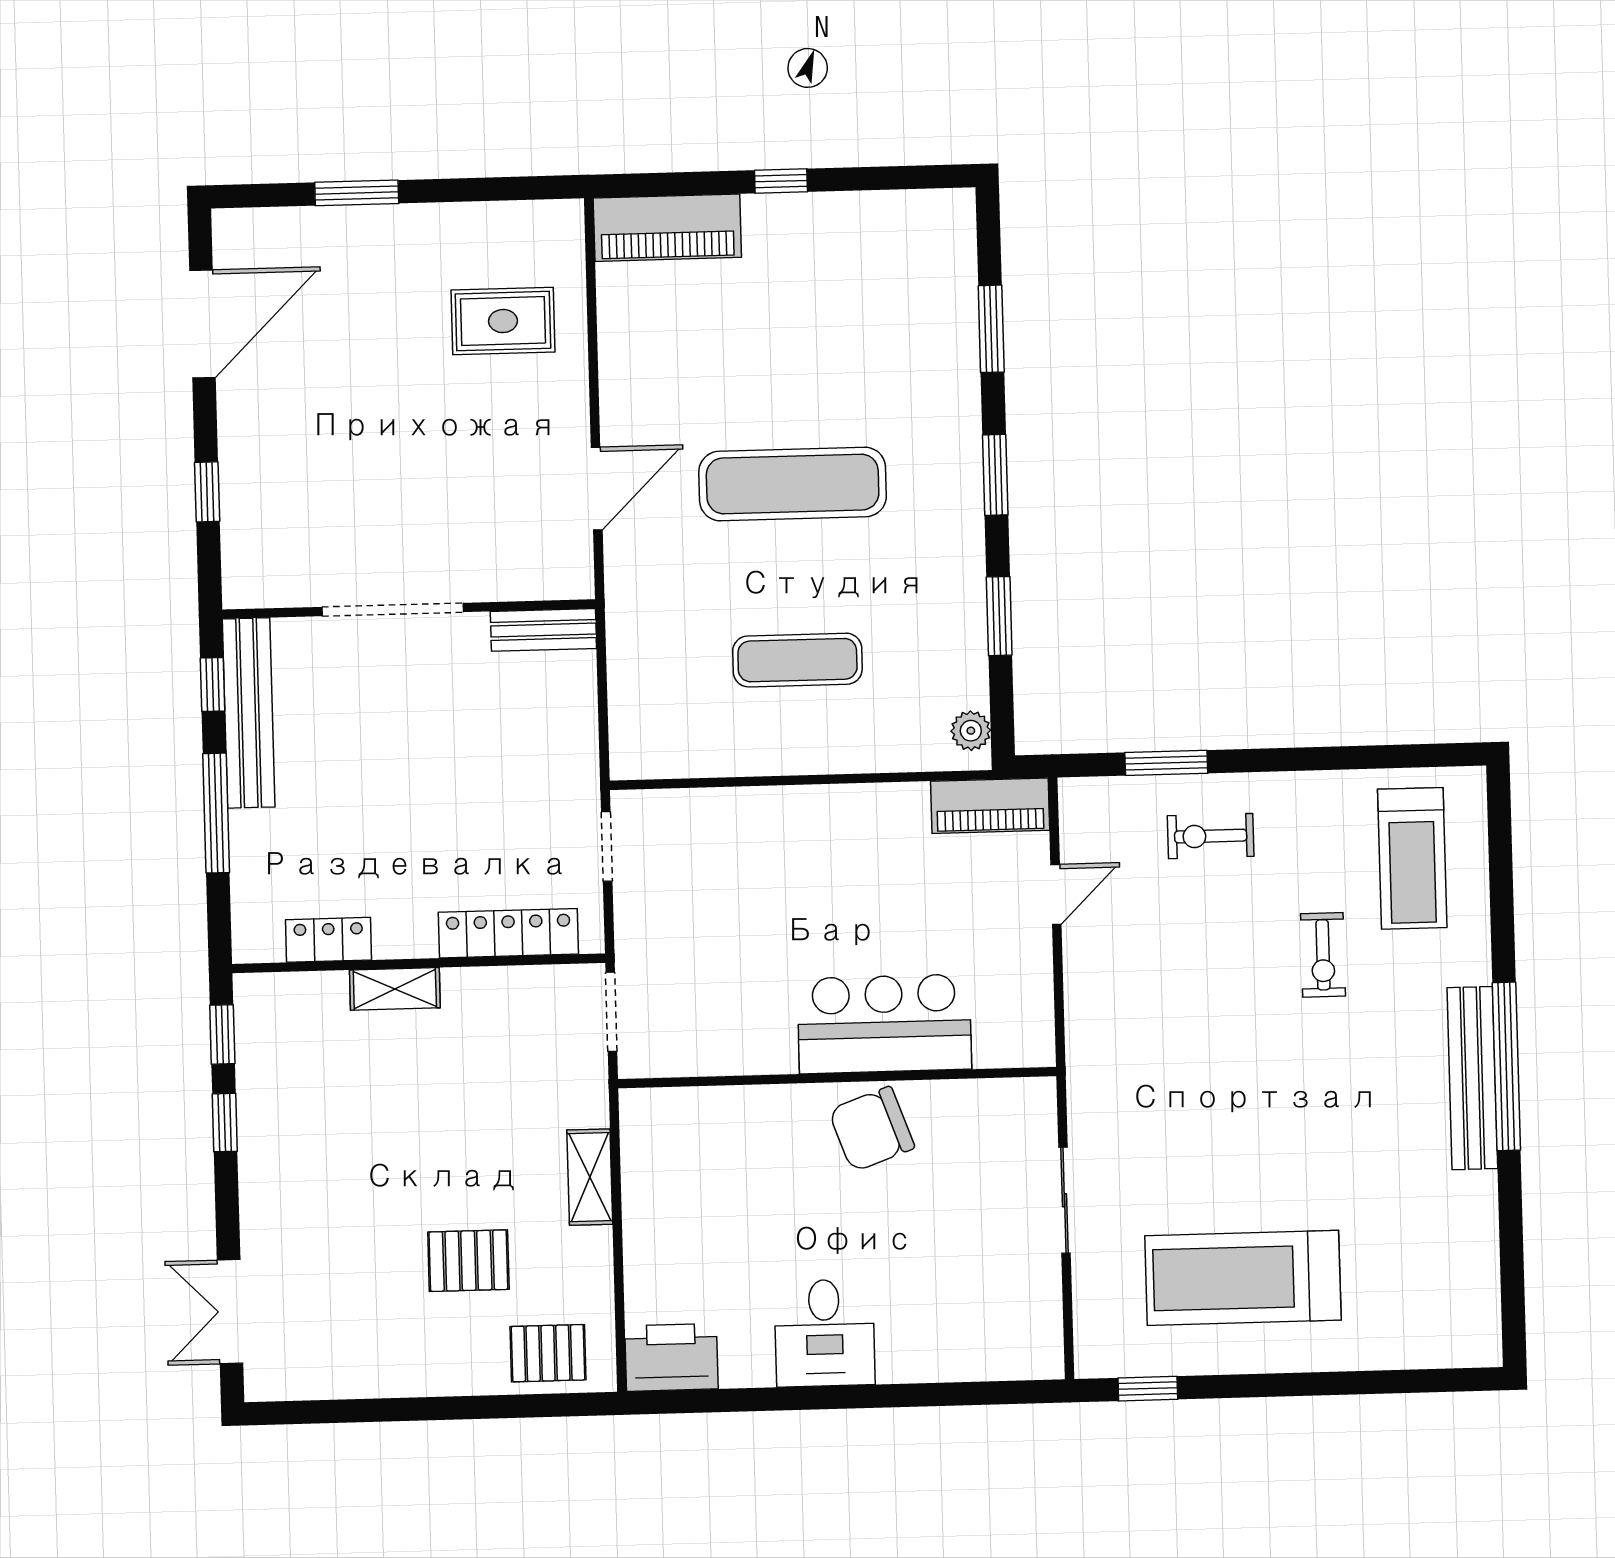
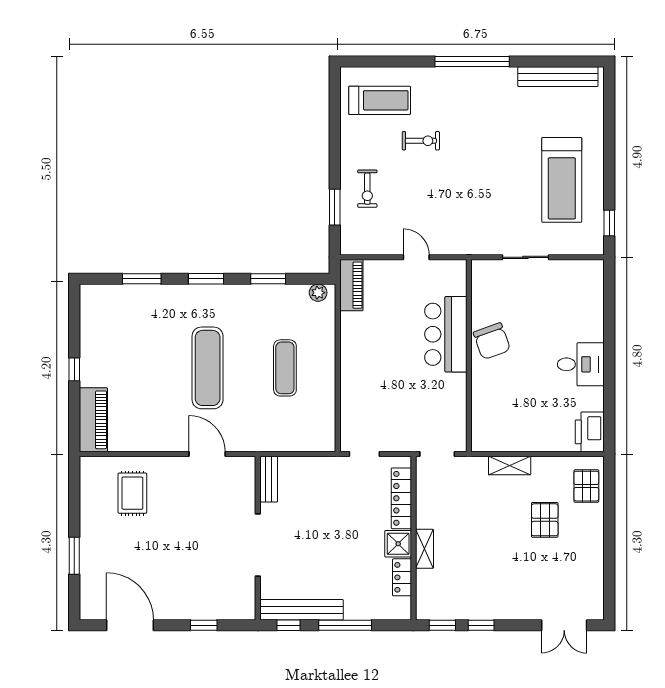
door: (1056, 894) -> (416, 257), moved
shower: (405, 929) -> (398, 544), added
bench: (1472, 1078) -> (558, 77), moved

